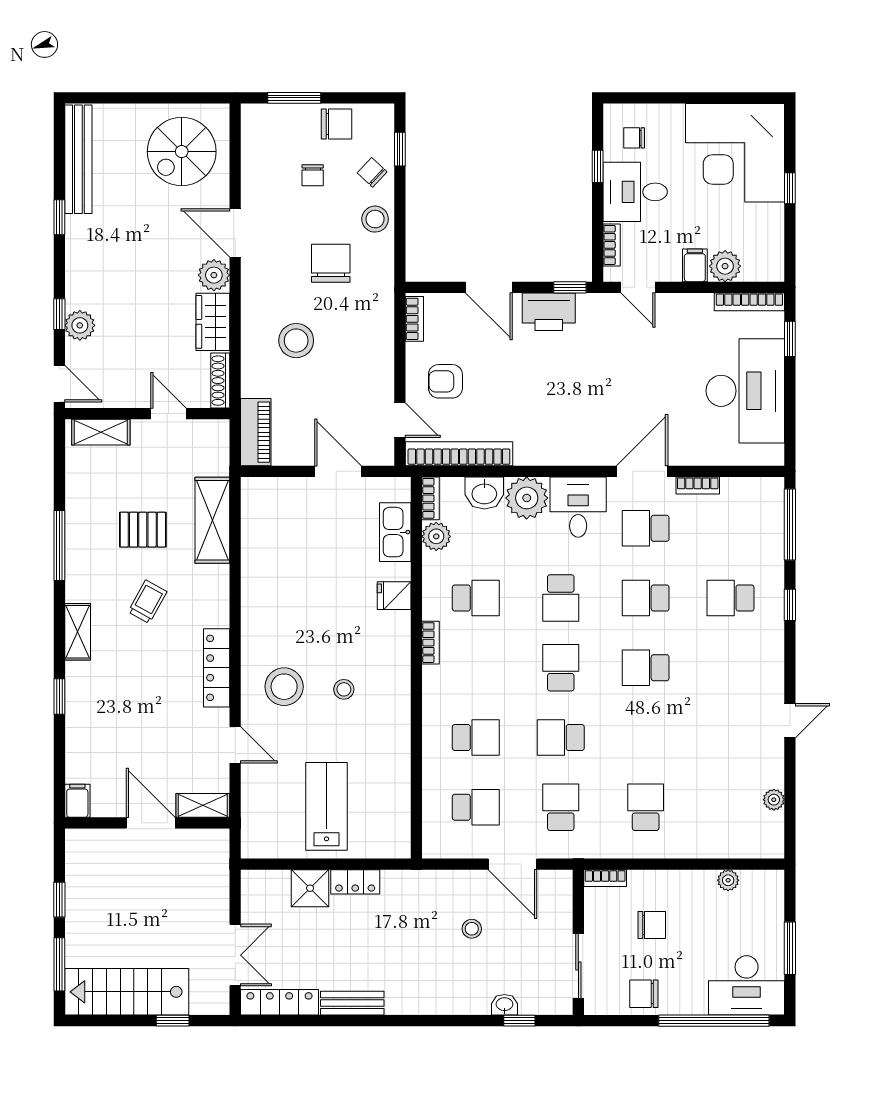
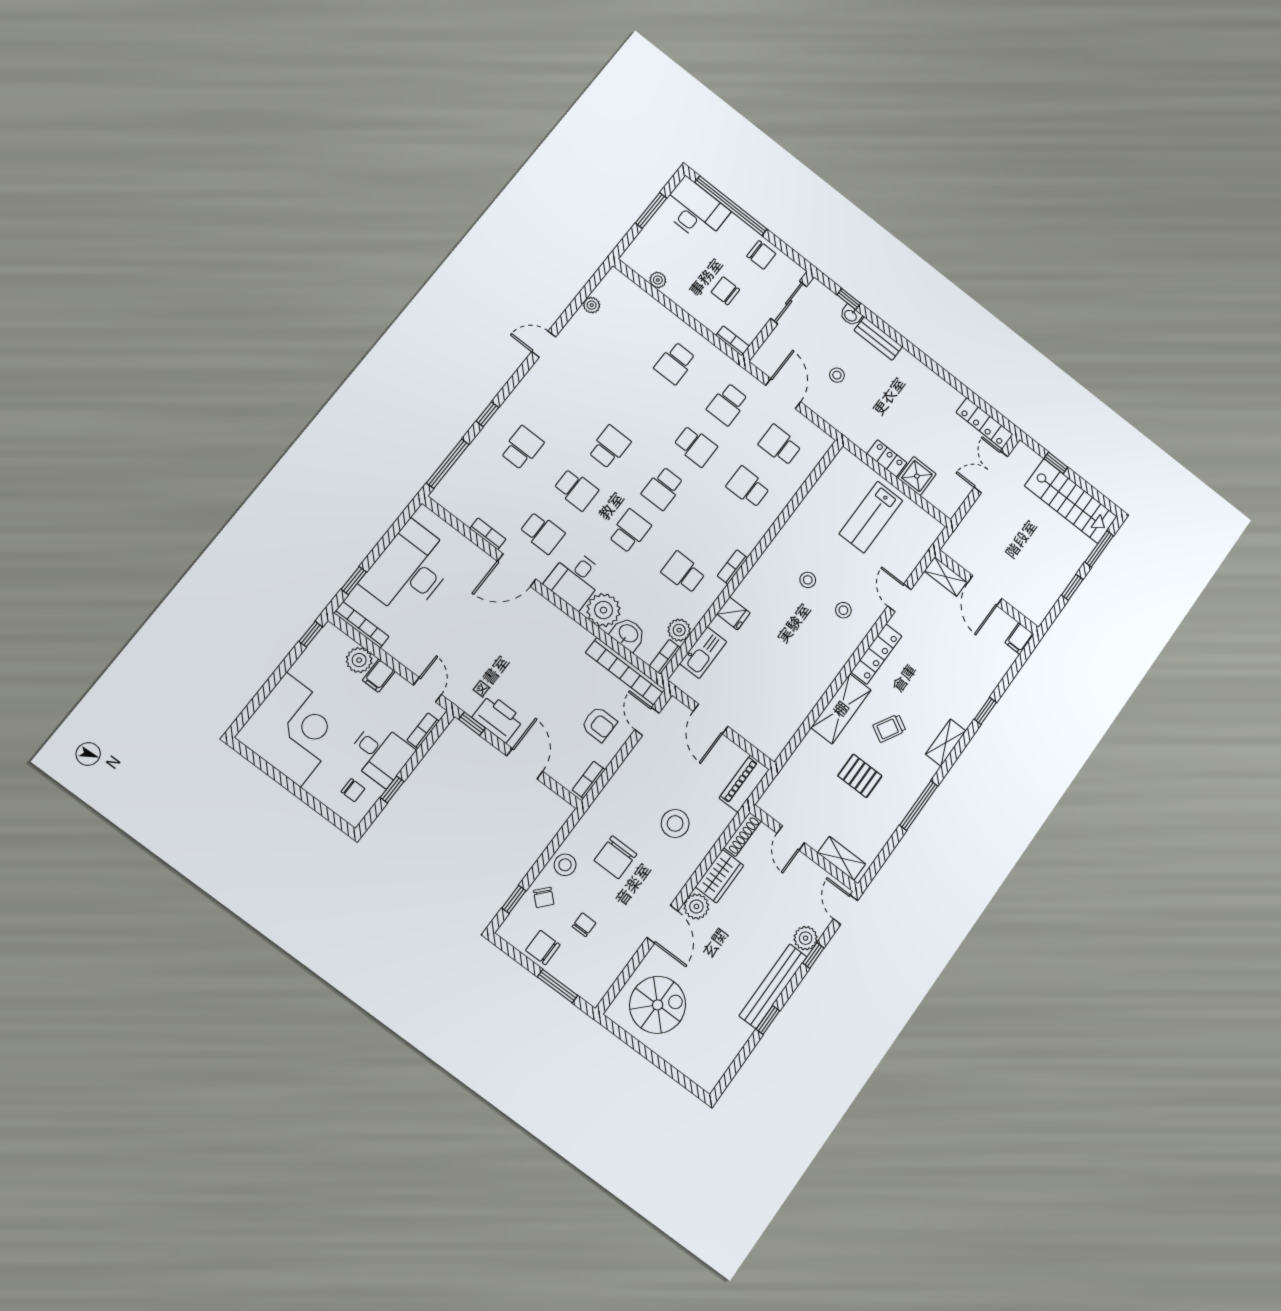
bench: (78, 159) -> (773, 986), moved
window: (790, 188) -> (311, 634), moved
shelving: (212, 520) -> (841, 709), moved
school desk: (731, 598) -> (522, 448), turned -90
school desk: (646, 668) -> (609, 447), turned -90
stool: (284, 687) -> (843, 610), width x0.53, depth x0.53
bench: (352, 1003) -> (878, 339), moved

